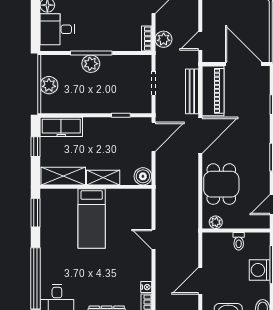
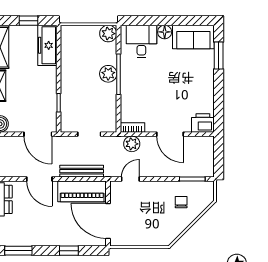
door: (200, 41) -> (130, 179), hinge flipped
door: (244, 64) -> (108, 221), swing flipped
plant: (49, 85) -> (108, 34), moved
door: (200, 135) -> (39, 179), width x0.73

